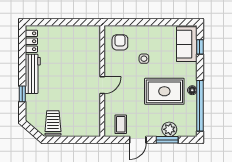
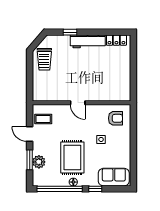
window: (200, 47) -> (95, 189), moved
trolley: (53, 123) -> (44, 59), turned 90

